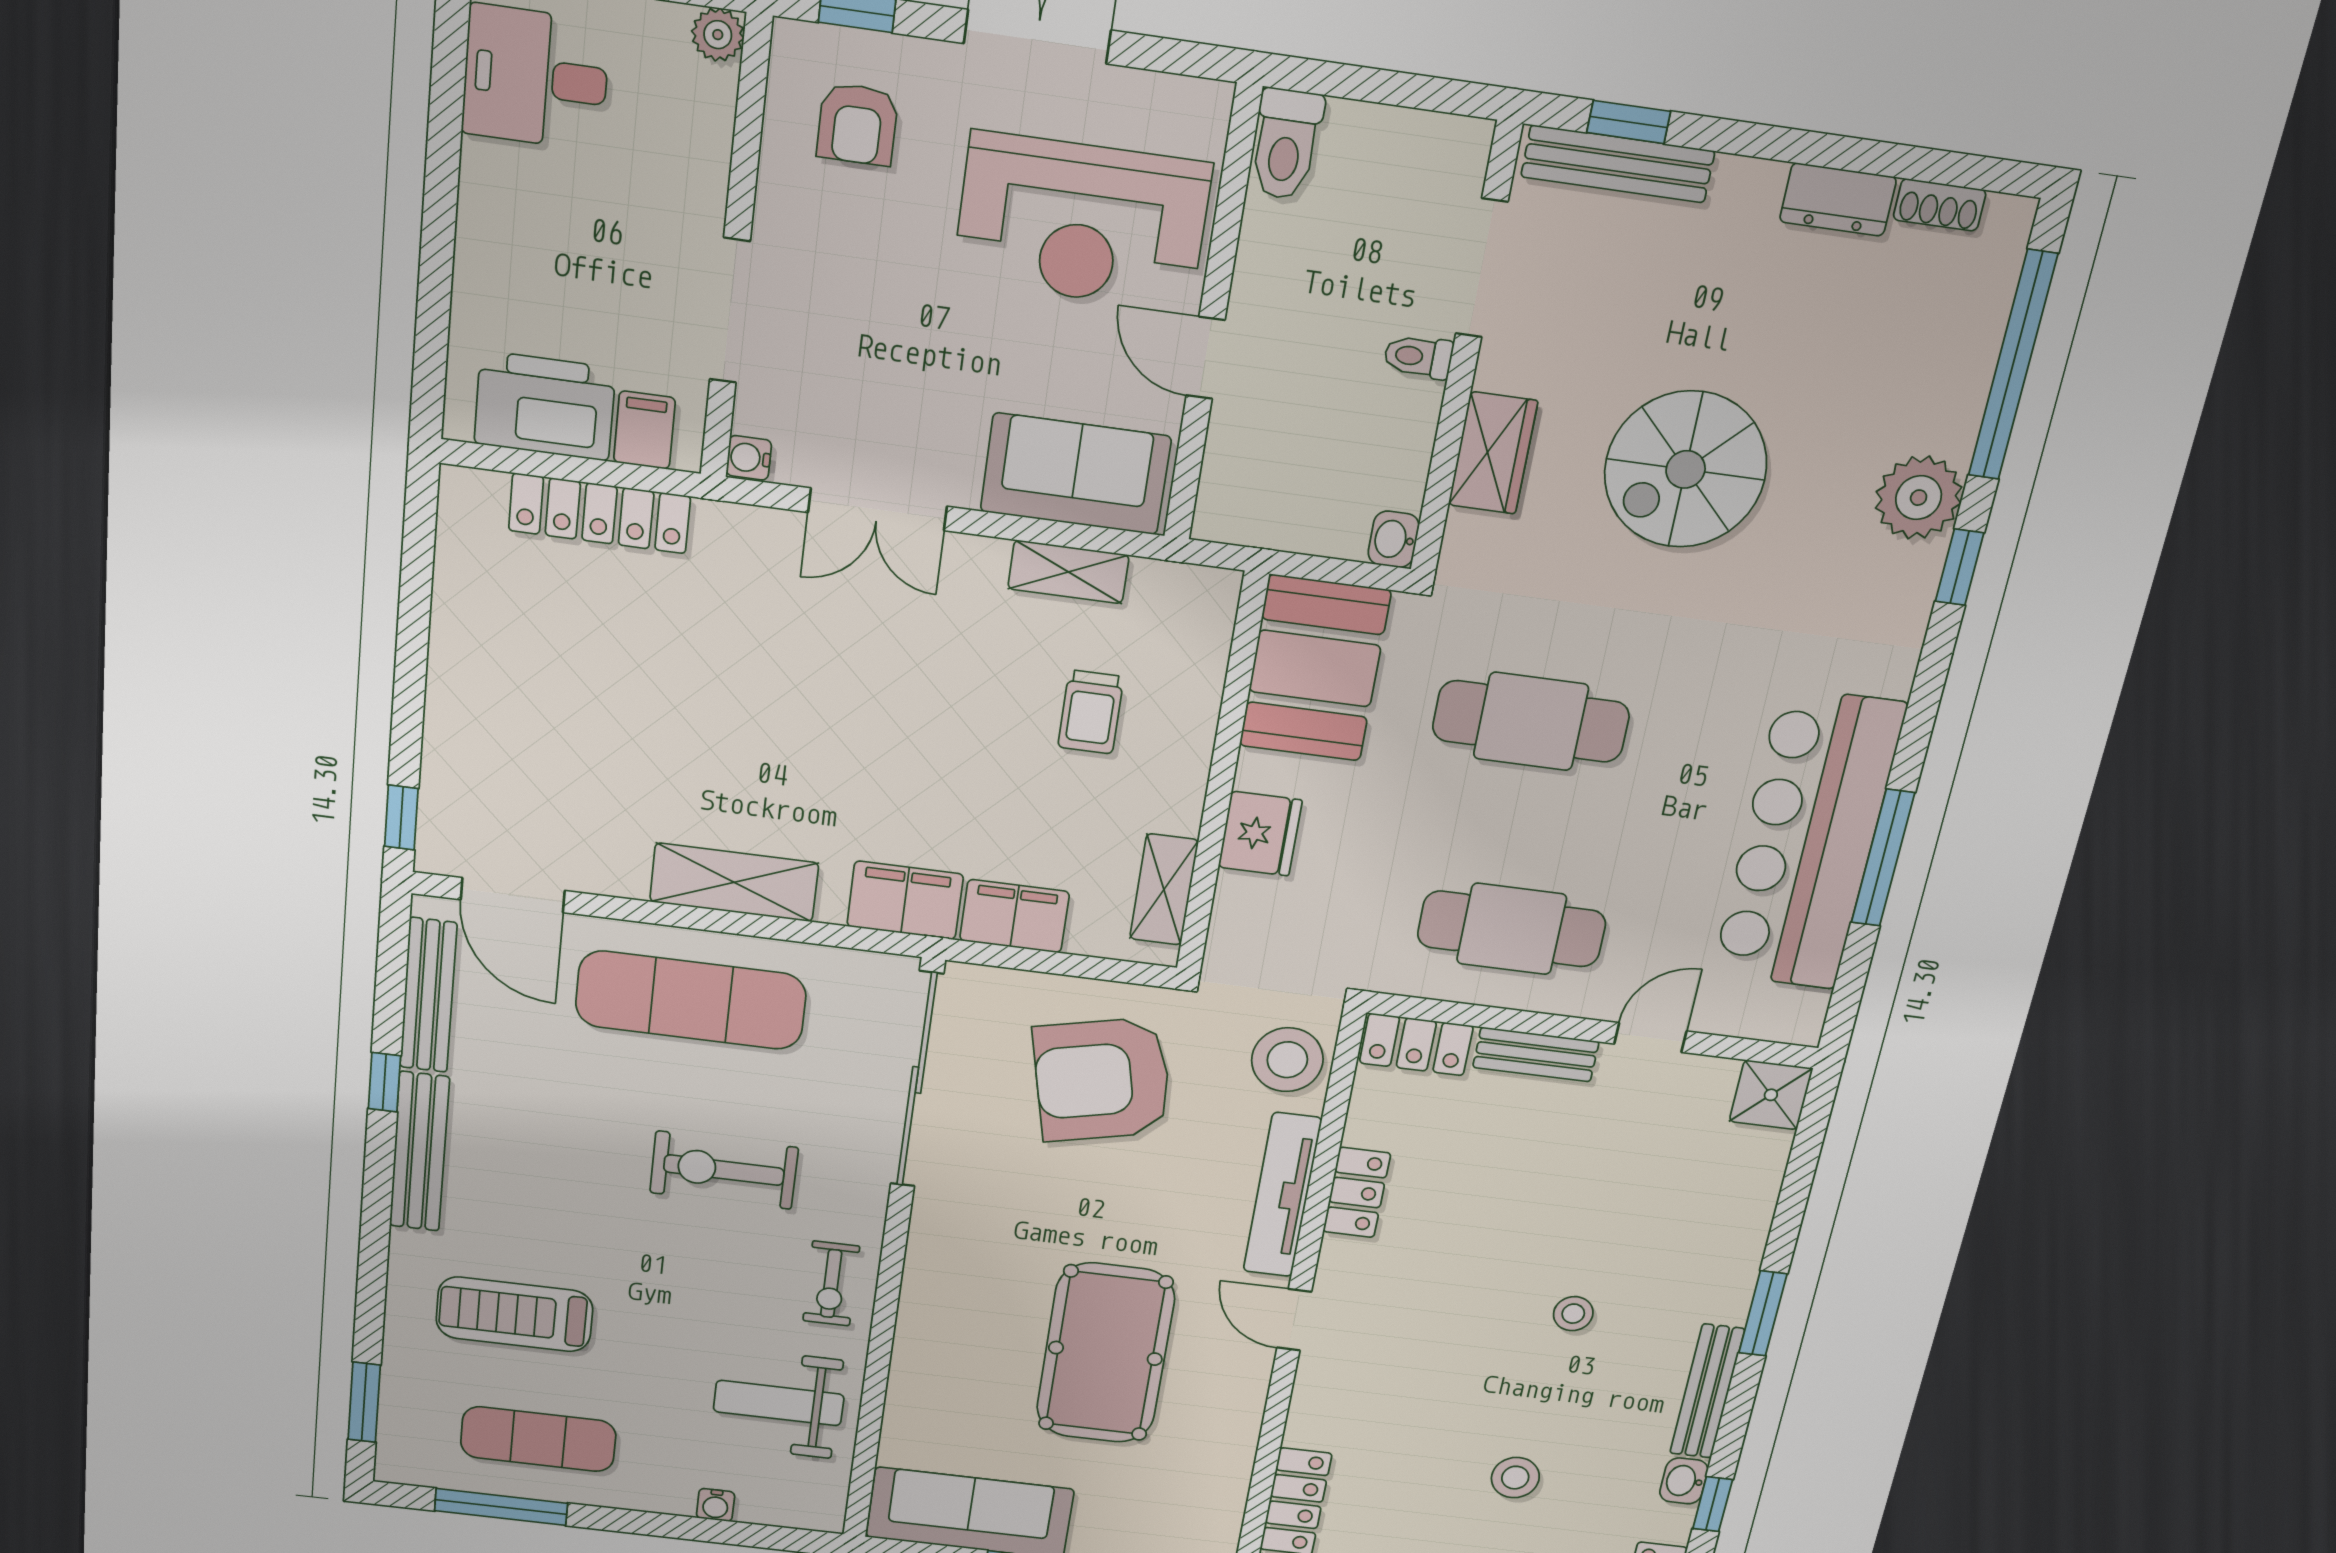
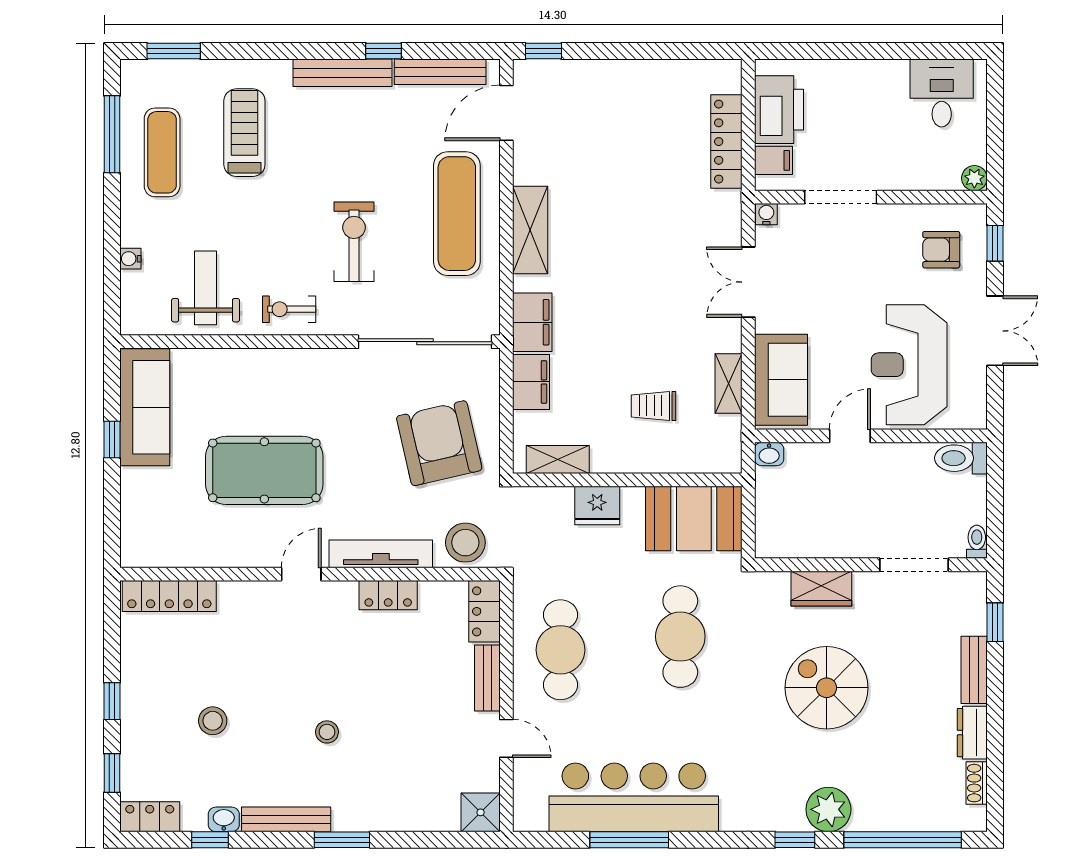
bench: (1618, 164) -> (974, 670), moved, width x0.73
toilet: (1418, 357) -> (977, 542), moved
washbasin: (1394, 539) -> (769, 454), moved, turned 180

